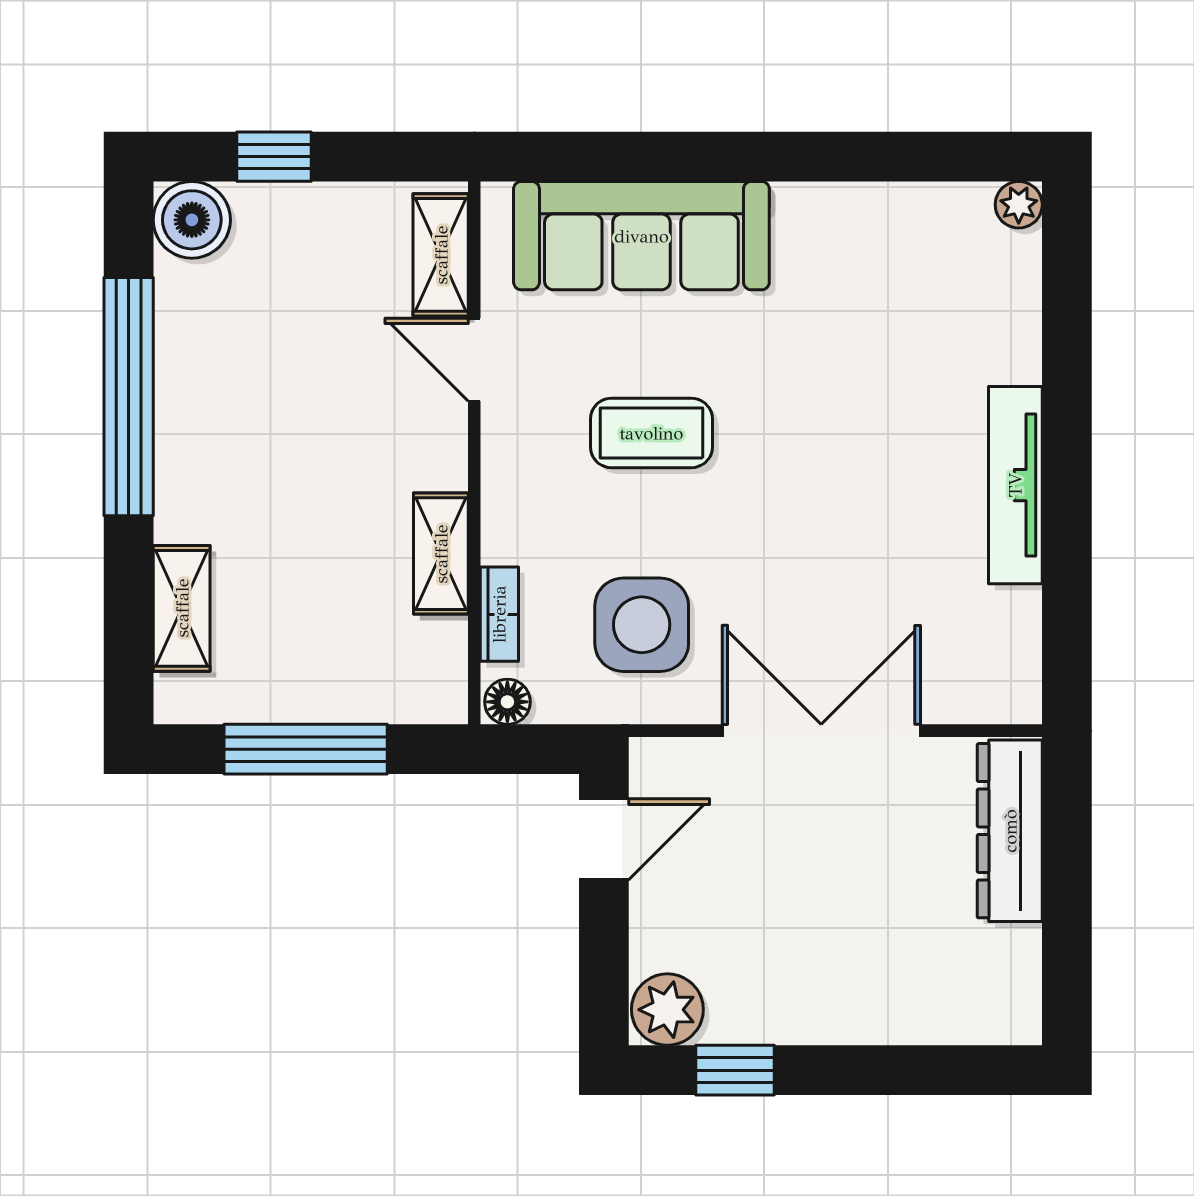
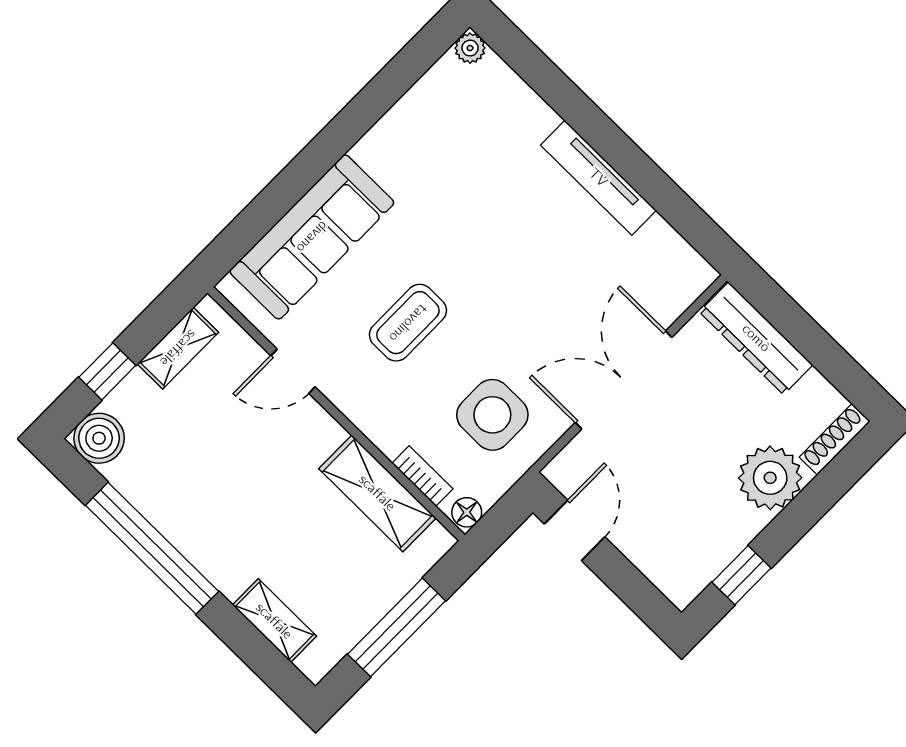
shelving: (441, 255) -> (178, 348), moved, turned 90
shelving: (441, 554) -> (377, 493), width x1.50, depth x1.33
plant: (667, 1010) -> (770, 478), moved, width x1.36, depth x1.36
shoe rack: (984, 1026) -> (835, 439), added

